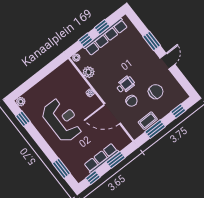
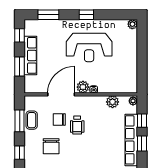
plant: (95, 102) -> (83, 87), added
window: (23, 119) -> (86, 15), moved

